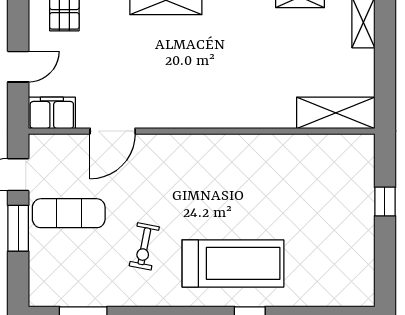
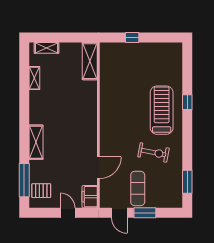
door: (113, 131) -> (98, 168), hinge flipped
exercise bike: (144, 246) -> (154, 152), width x1.38, depth x1.39

